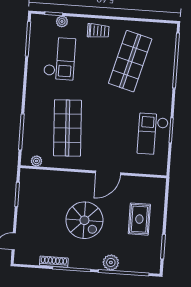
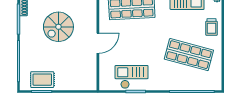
door: (108, 173) -> (98, 43), swing flipped
rug: (139, 219) -> (42, 80), moved
plant: (111, 262) -> (26, 50), removed

